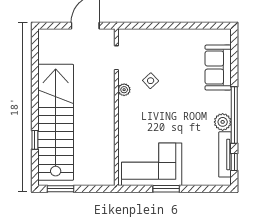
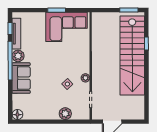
floor lamp: (224, 36) -> (17, 115), added
plant: (154, 37) -> (65, 114), added
sofa: (218, 68) -> (21, 78), moved

